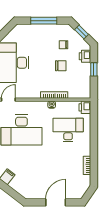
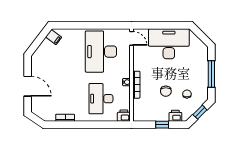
desk: (68, 130) -> (101, 99), turned 180

